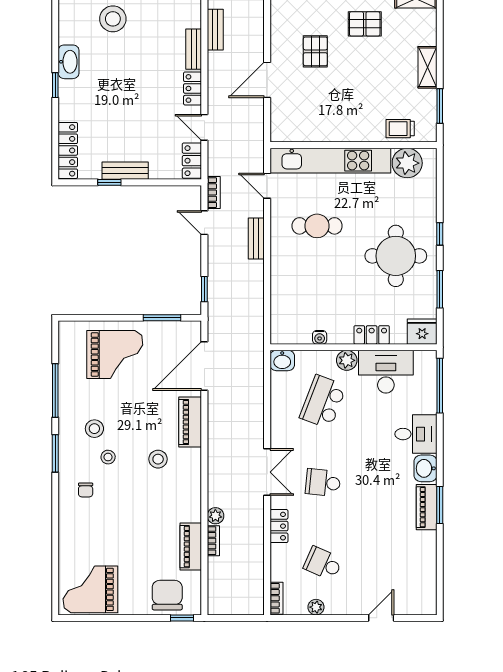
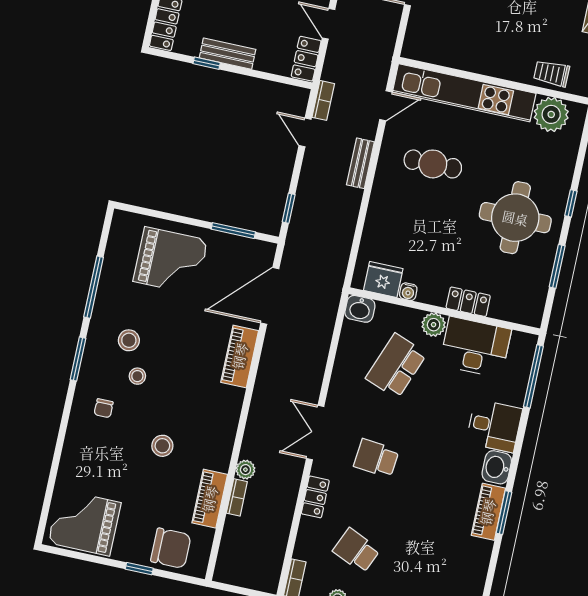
door: (267, 186) -> (386, 106), swing flipped
fridge: (422, 332) -> (383, 279), moved
stool: (158, 459) -> (162, 446), moved
double door: (267, 472) -> (315, 432), swing flipped
chair: (167, 595) -> (171, 548), turned 90
window: (182, 618) -> (139, 569), moved

